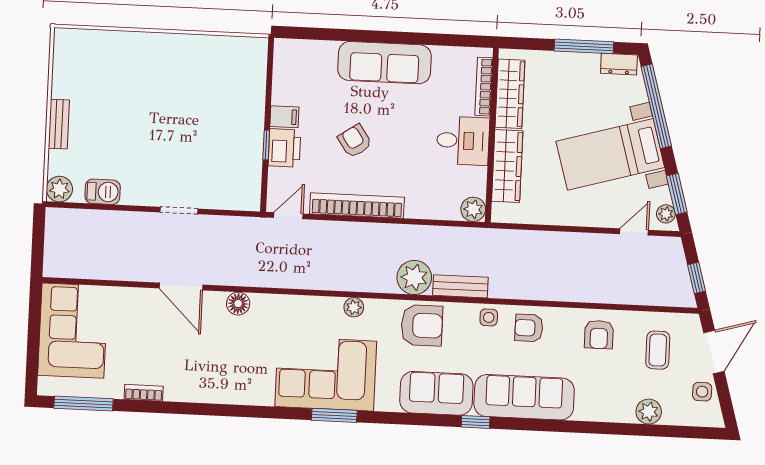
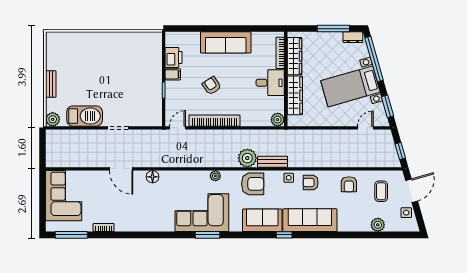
printer: (284, 148) -> (174, 57), moved
barbecue: (103, 192) -> (85, 116), width x1.88, depth x1.53
plant: (666, 214) -> (382, 117), removed

